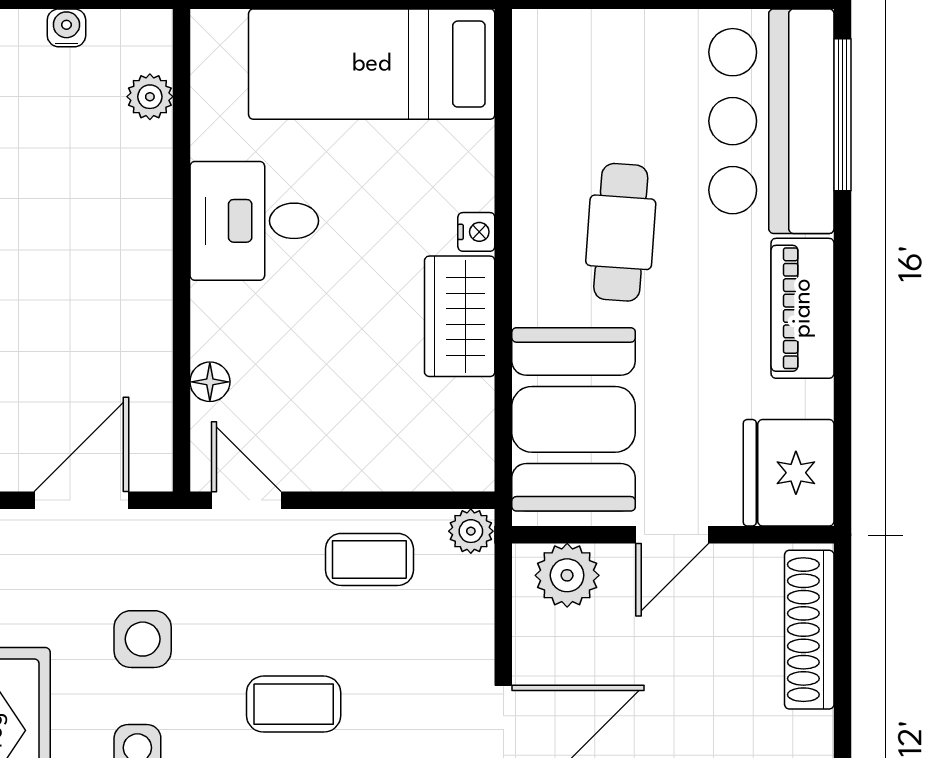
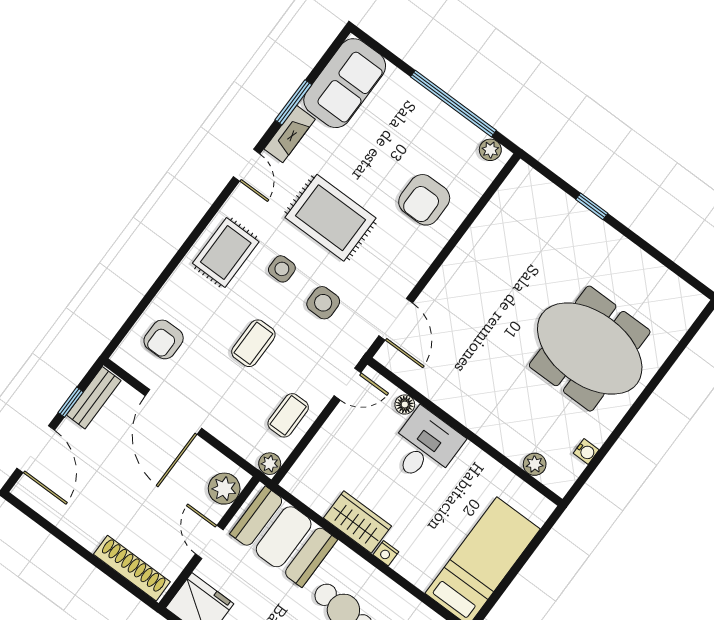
desk: (254, 221) -> (425, 447), moved

